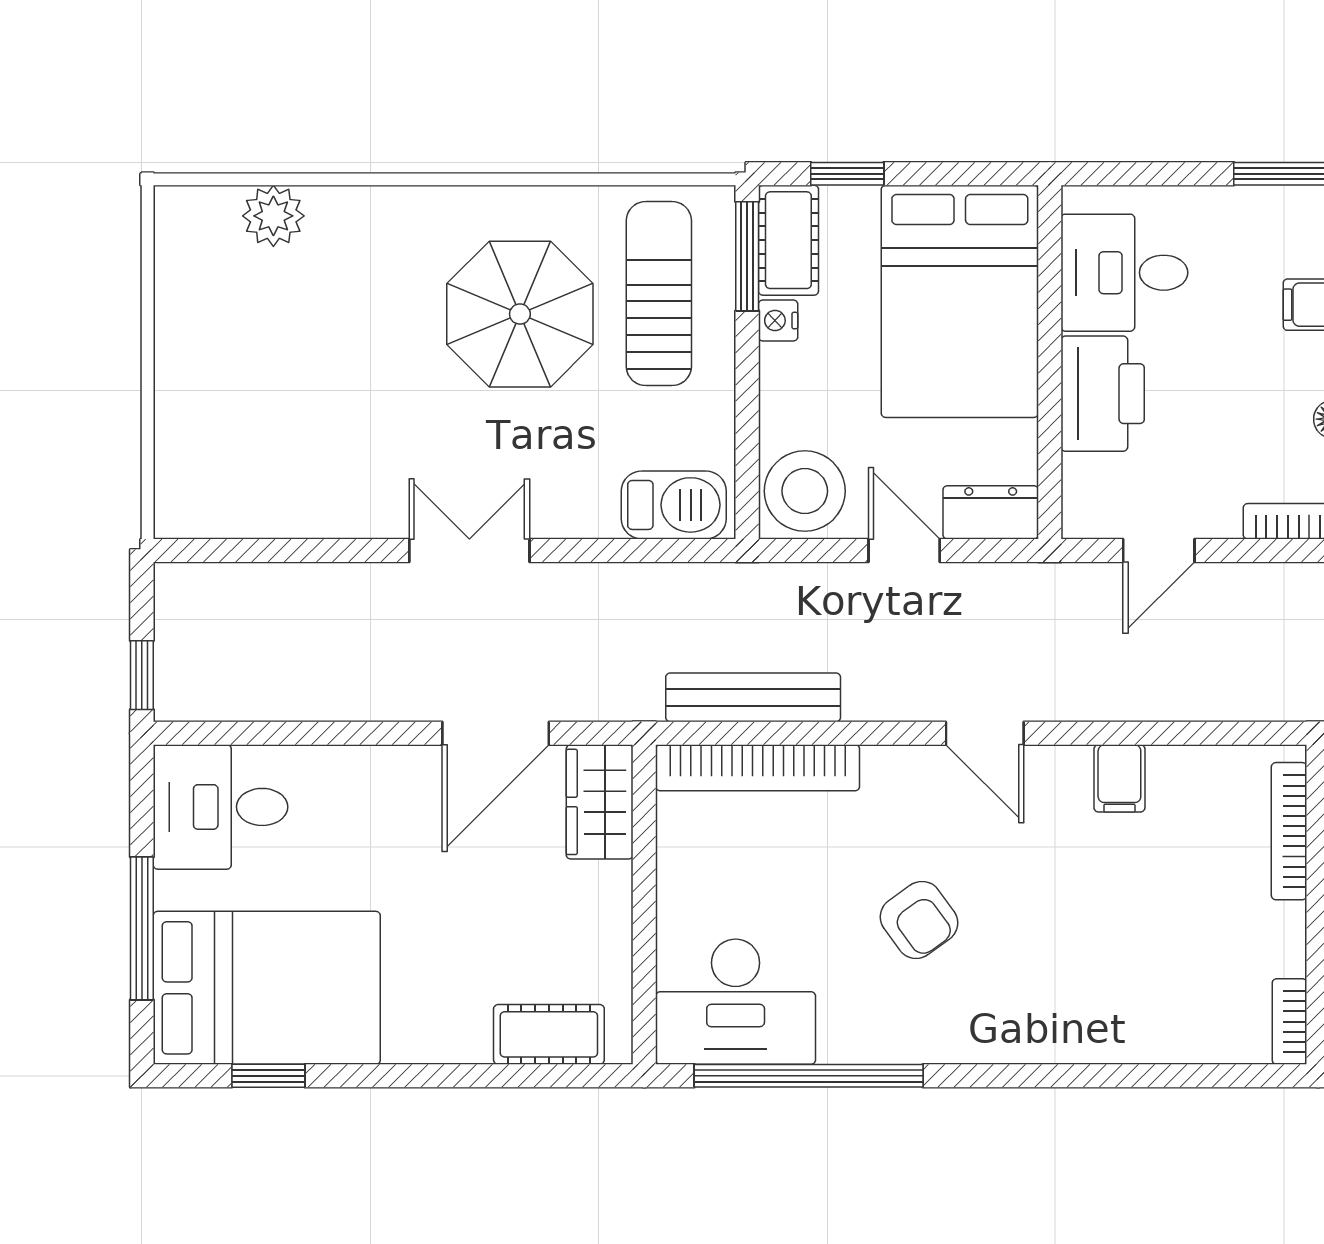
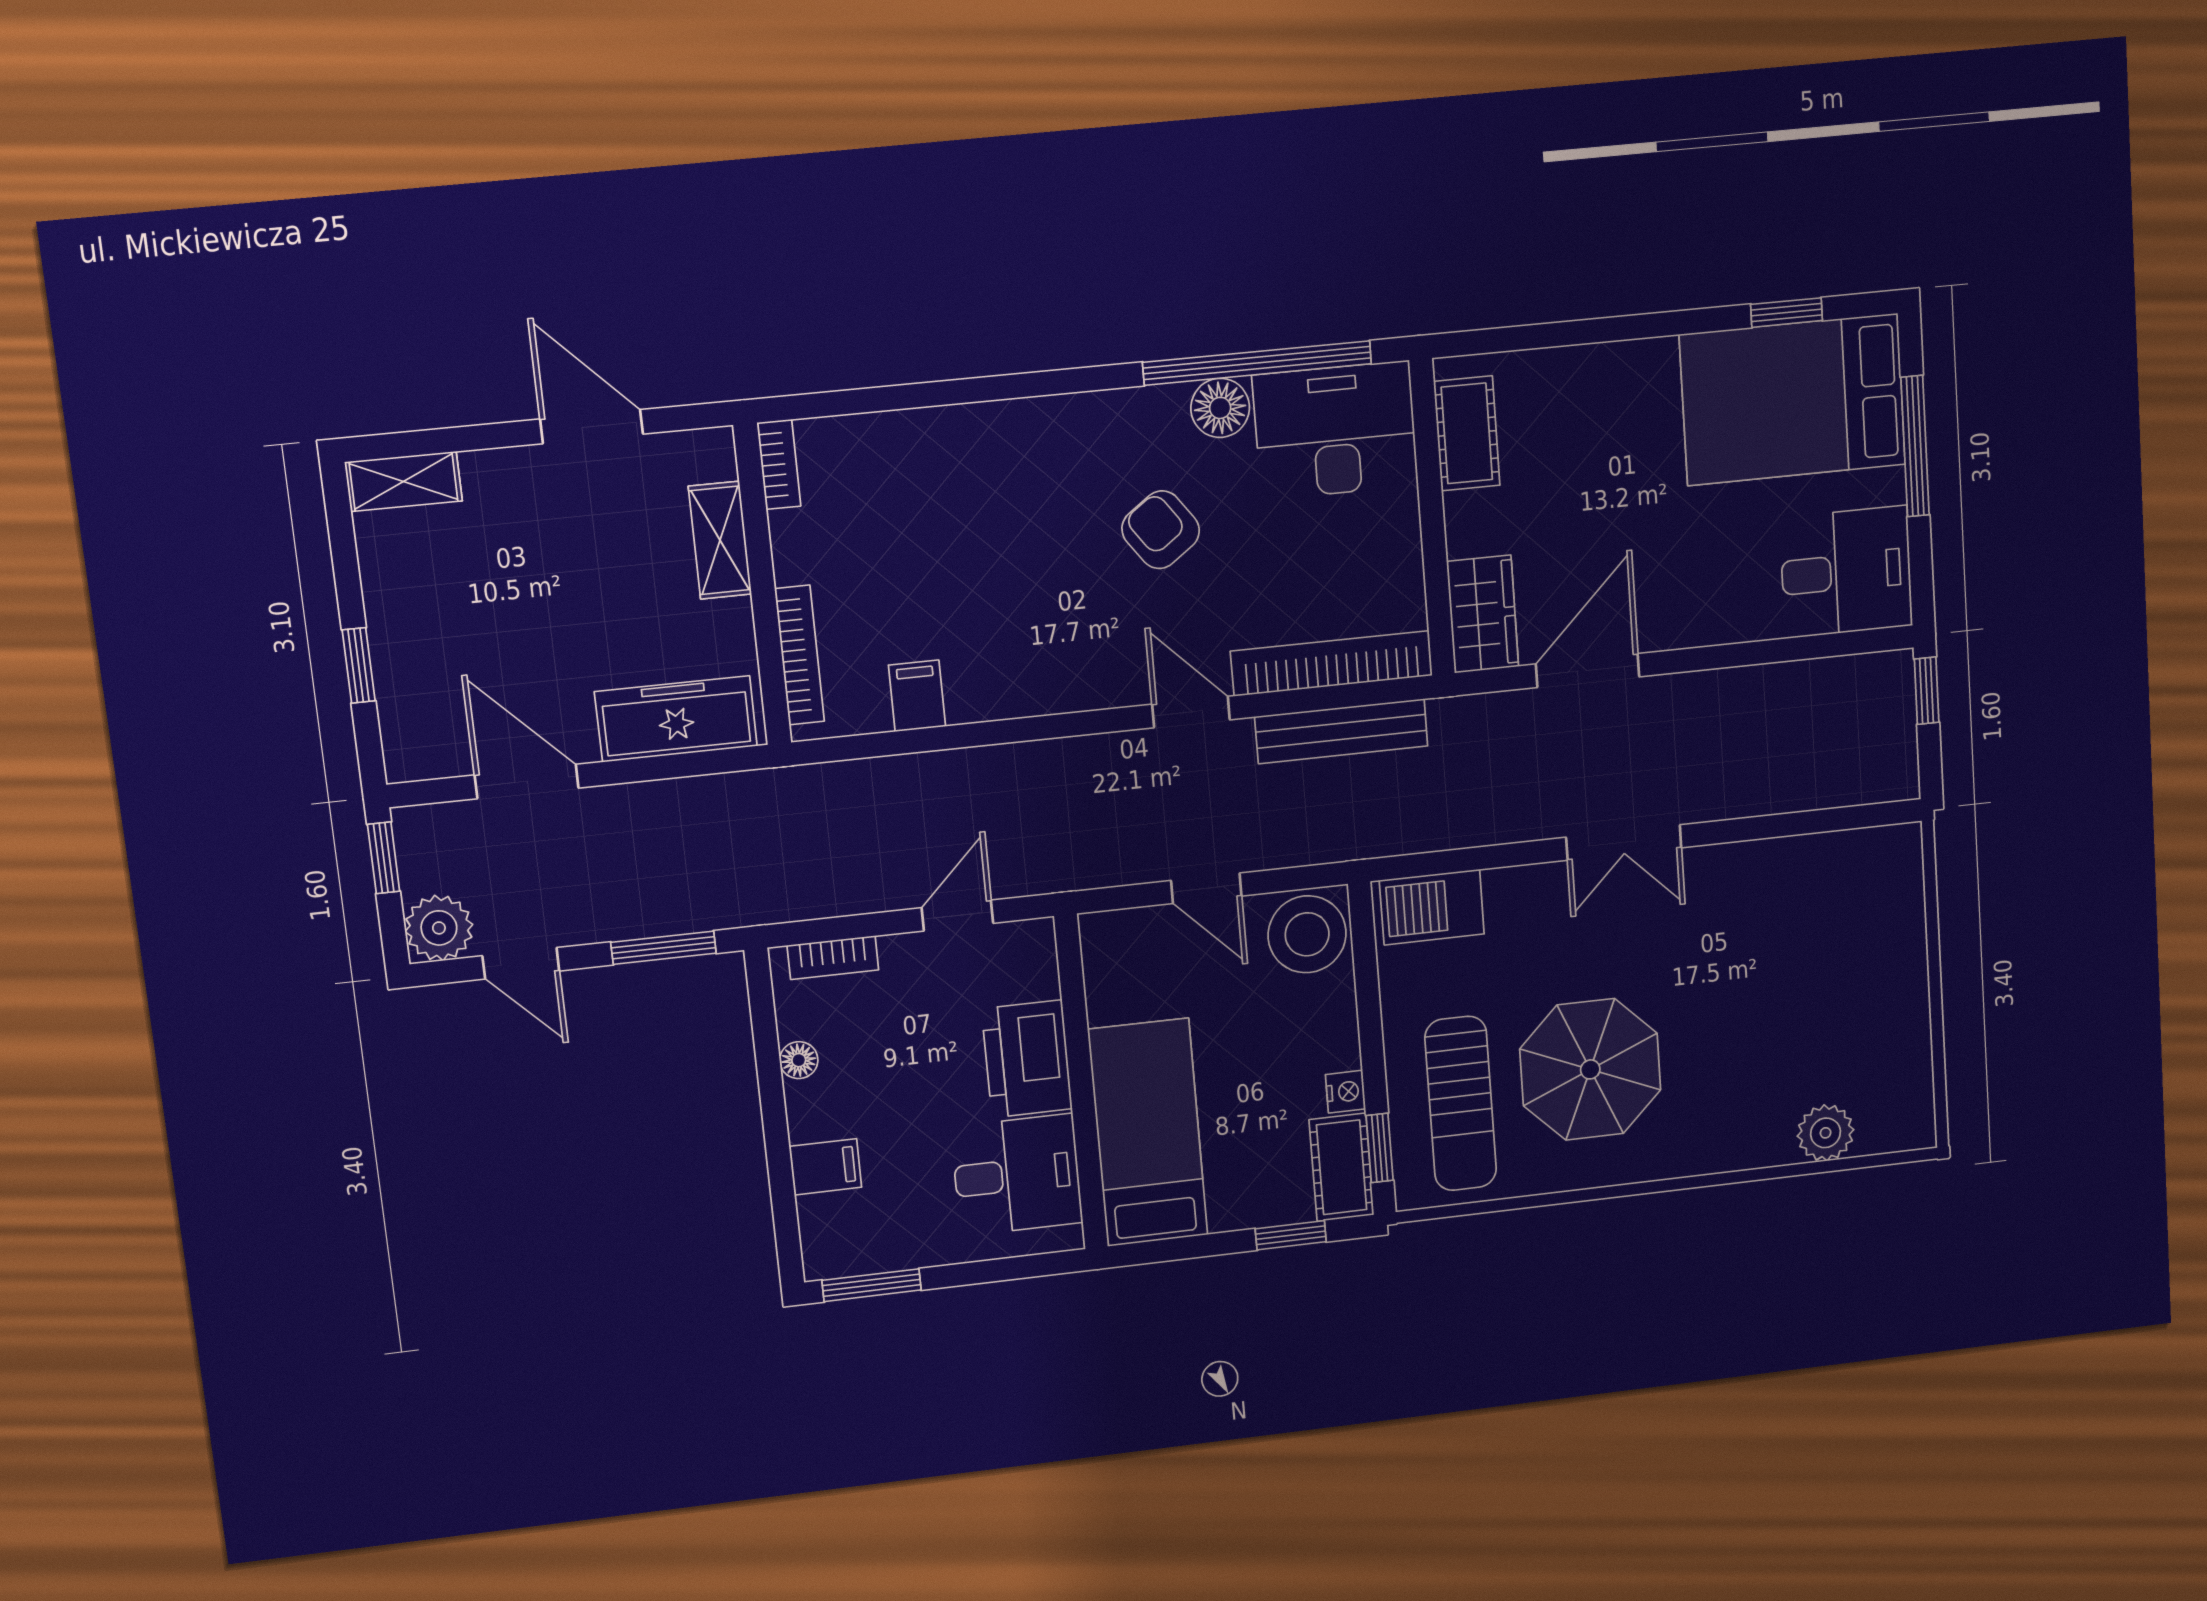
window: (747, 256) -> (1380, 1148), width x0.67
bed: (960, 301) -> (1148, 1133), width x0.67
dresser: (991, 512) -> (1125, 934), removed
door: (985, 733) -> (1191, 712), moved
filing cabinet: (1119, 778) -> (917, 696), moved
cot: (549, 1034) -> (1467, 433), moved, turned 90
floor lamp: (849, 1035) -> (1220, 408), added

